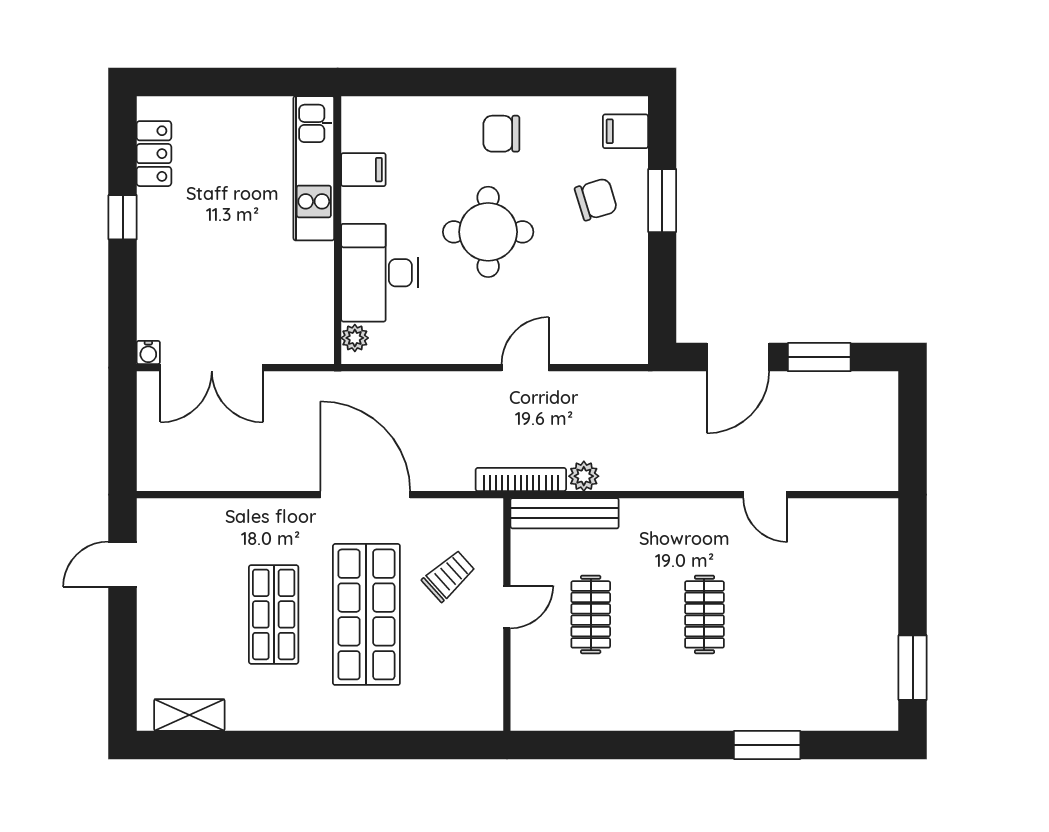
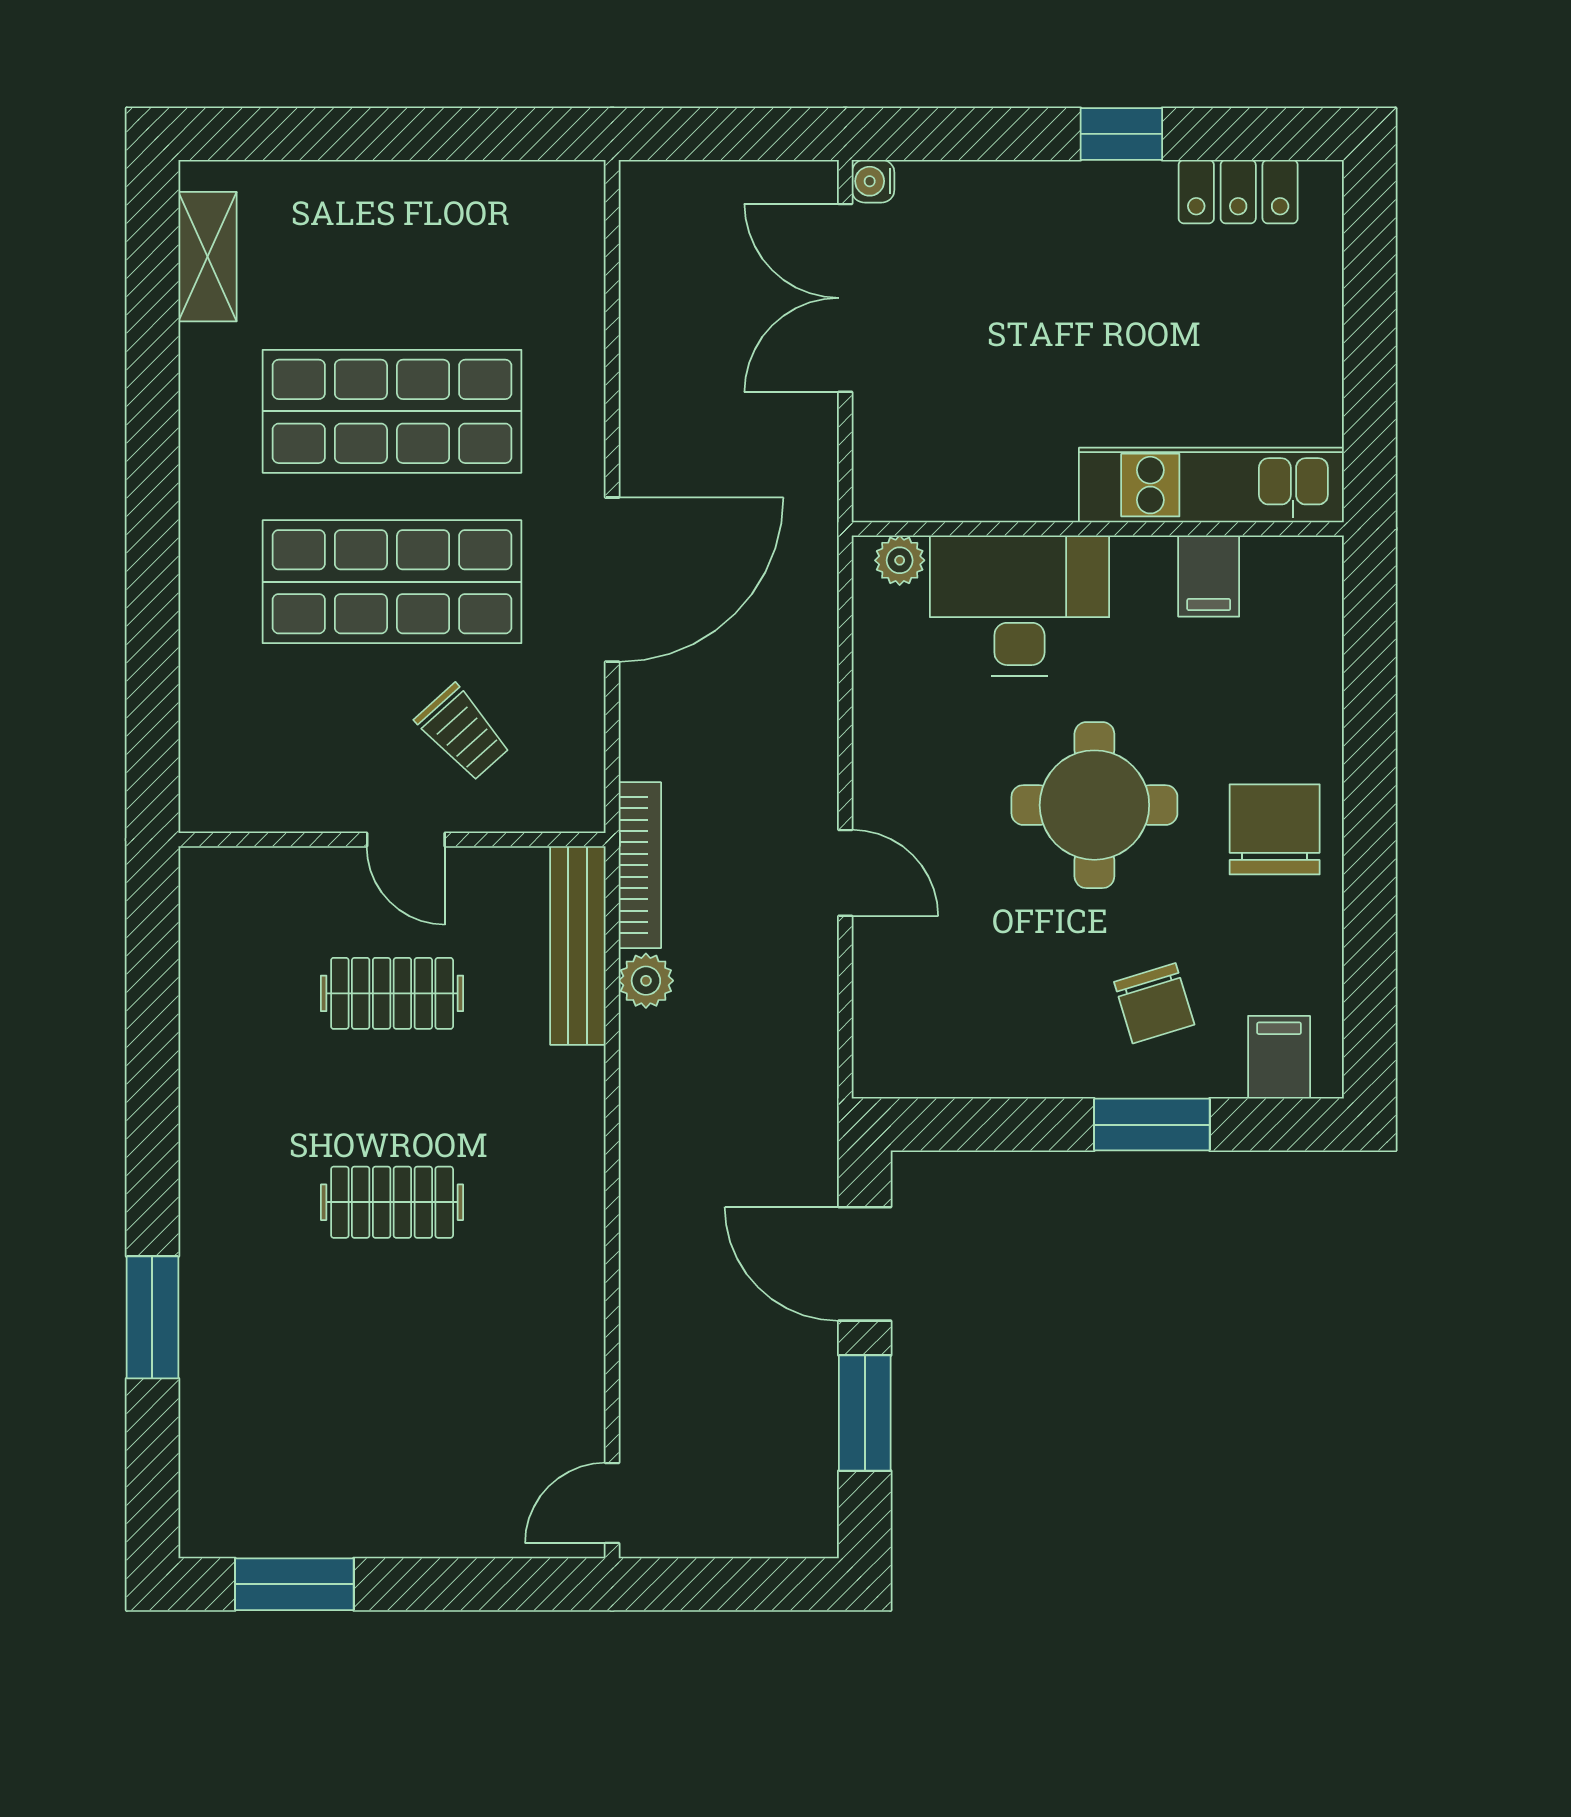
chair: (501, 134) -> (1275, 829), width x1.37, depth x1.37
door: (765, 495) -> (612, 1503), moved
door: (123, 564) -> (484, 134), removed
shop shelf: (274, 614) -> (392, 411), width x1.43, depth x1.36

